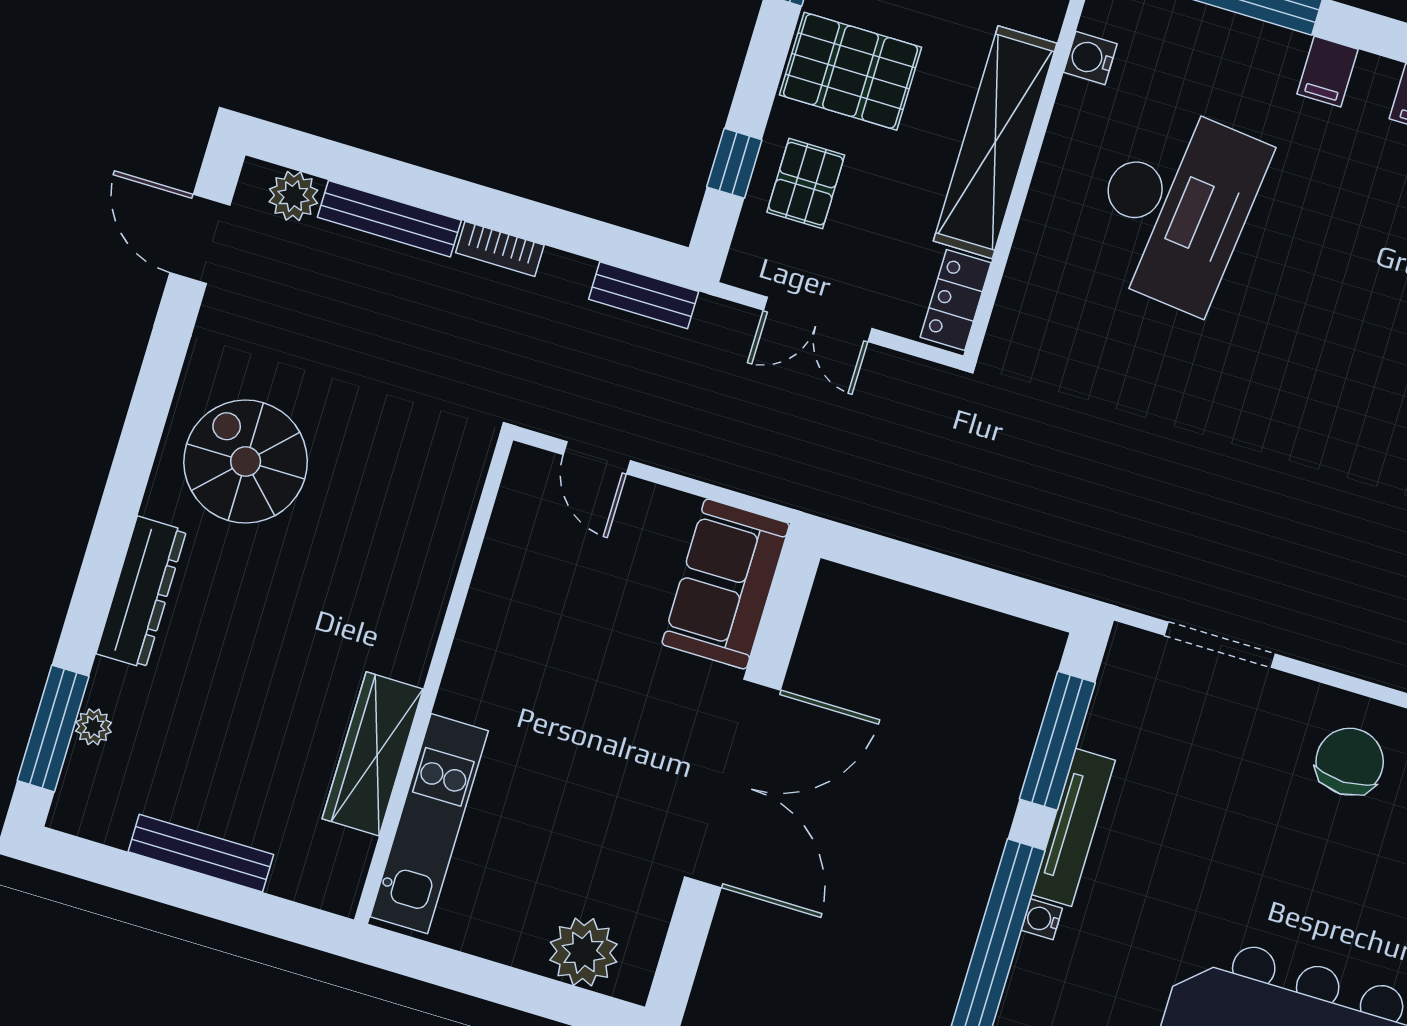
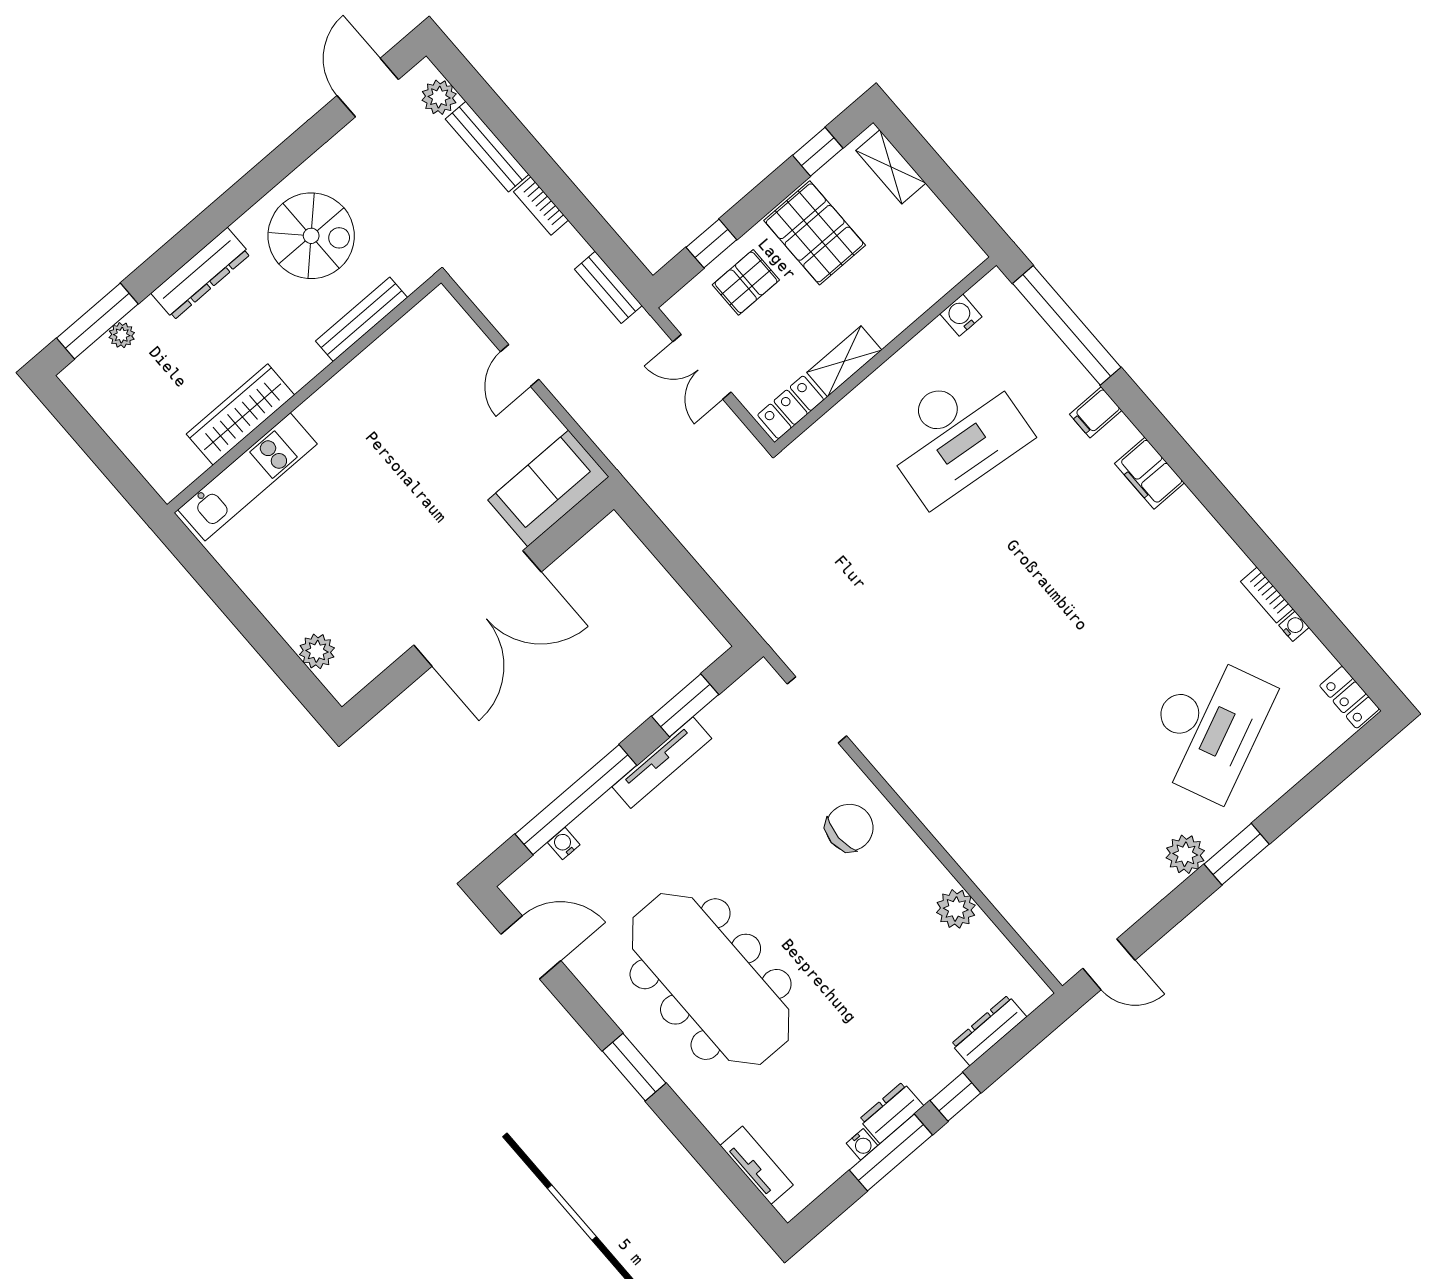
shelving: (995, 142) -> (844, 361), width x0.45, depth x0.75
spiral stairs: (246, 462) -> (311, 236), turned 90
wall: (434, 680) -> (304, 394), moved
window: (1057, 741) -> (685, 705), width x0.69
wardrobe: (373, 754) -> (240, 414), moved
kitchen unit: (429, 824) -> (248, 477), moved
bench: (201, 853) -> (361, 319), moved, turned 90
water cooler: (1042, 919) -> (564, 844), moved
plant: (583, 952) -> (317, 651), width x0.73, depth x0.73

